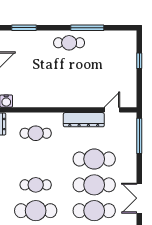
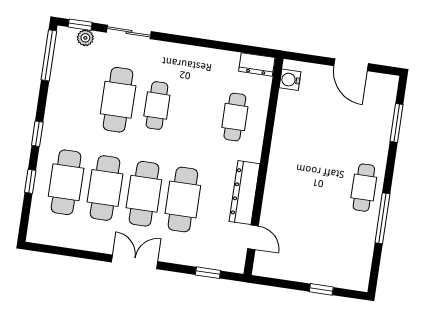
window: (139, 136) -> (208, 273), width x0.46
double door: (139, 198) -> (135, 262), moved

